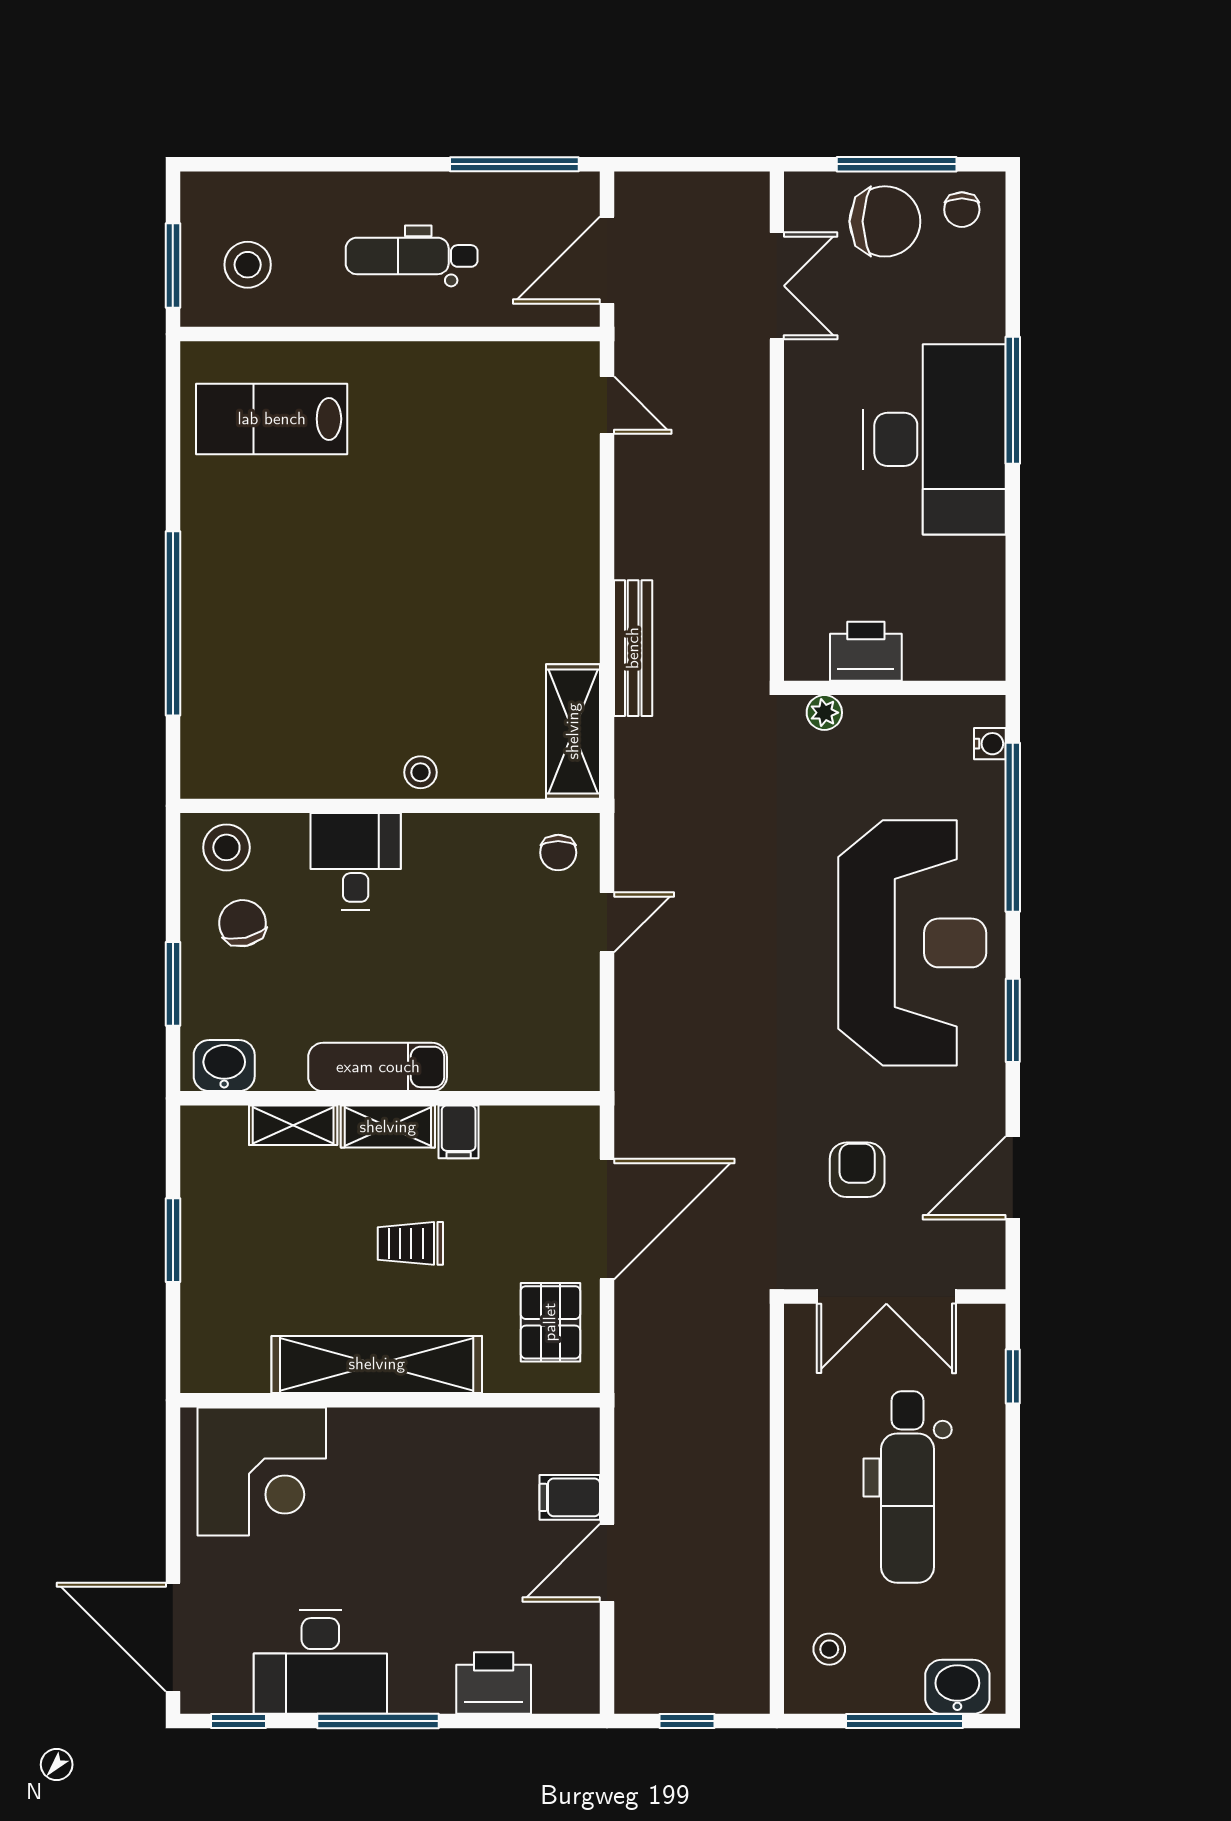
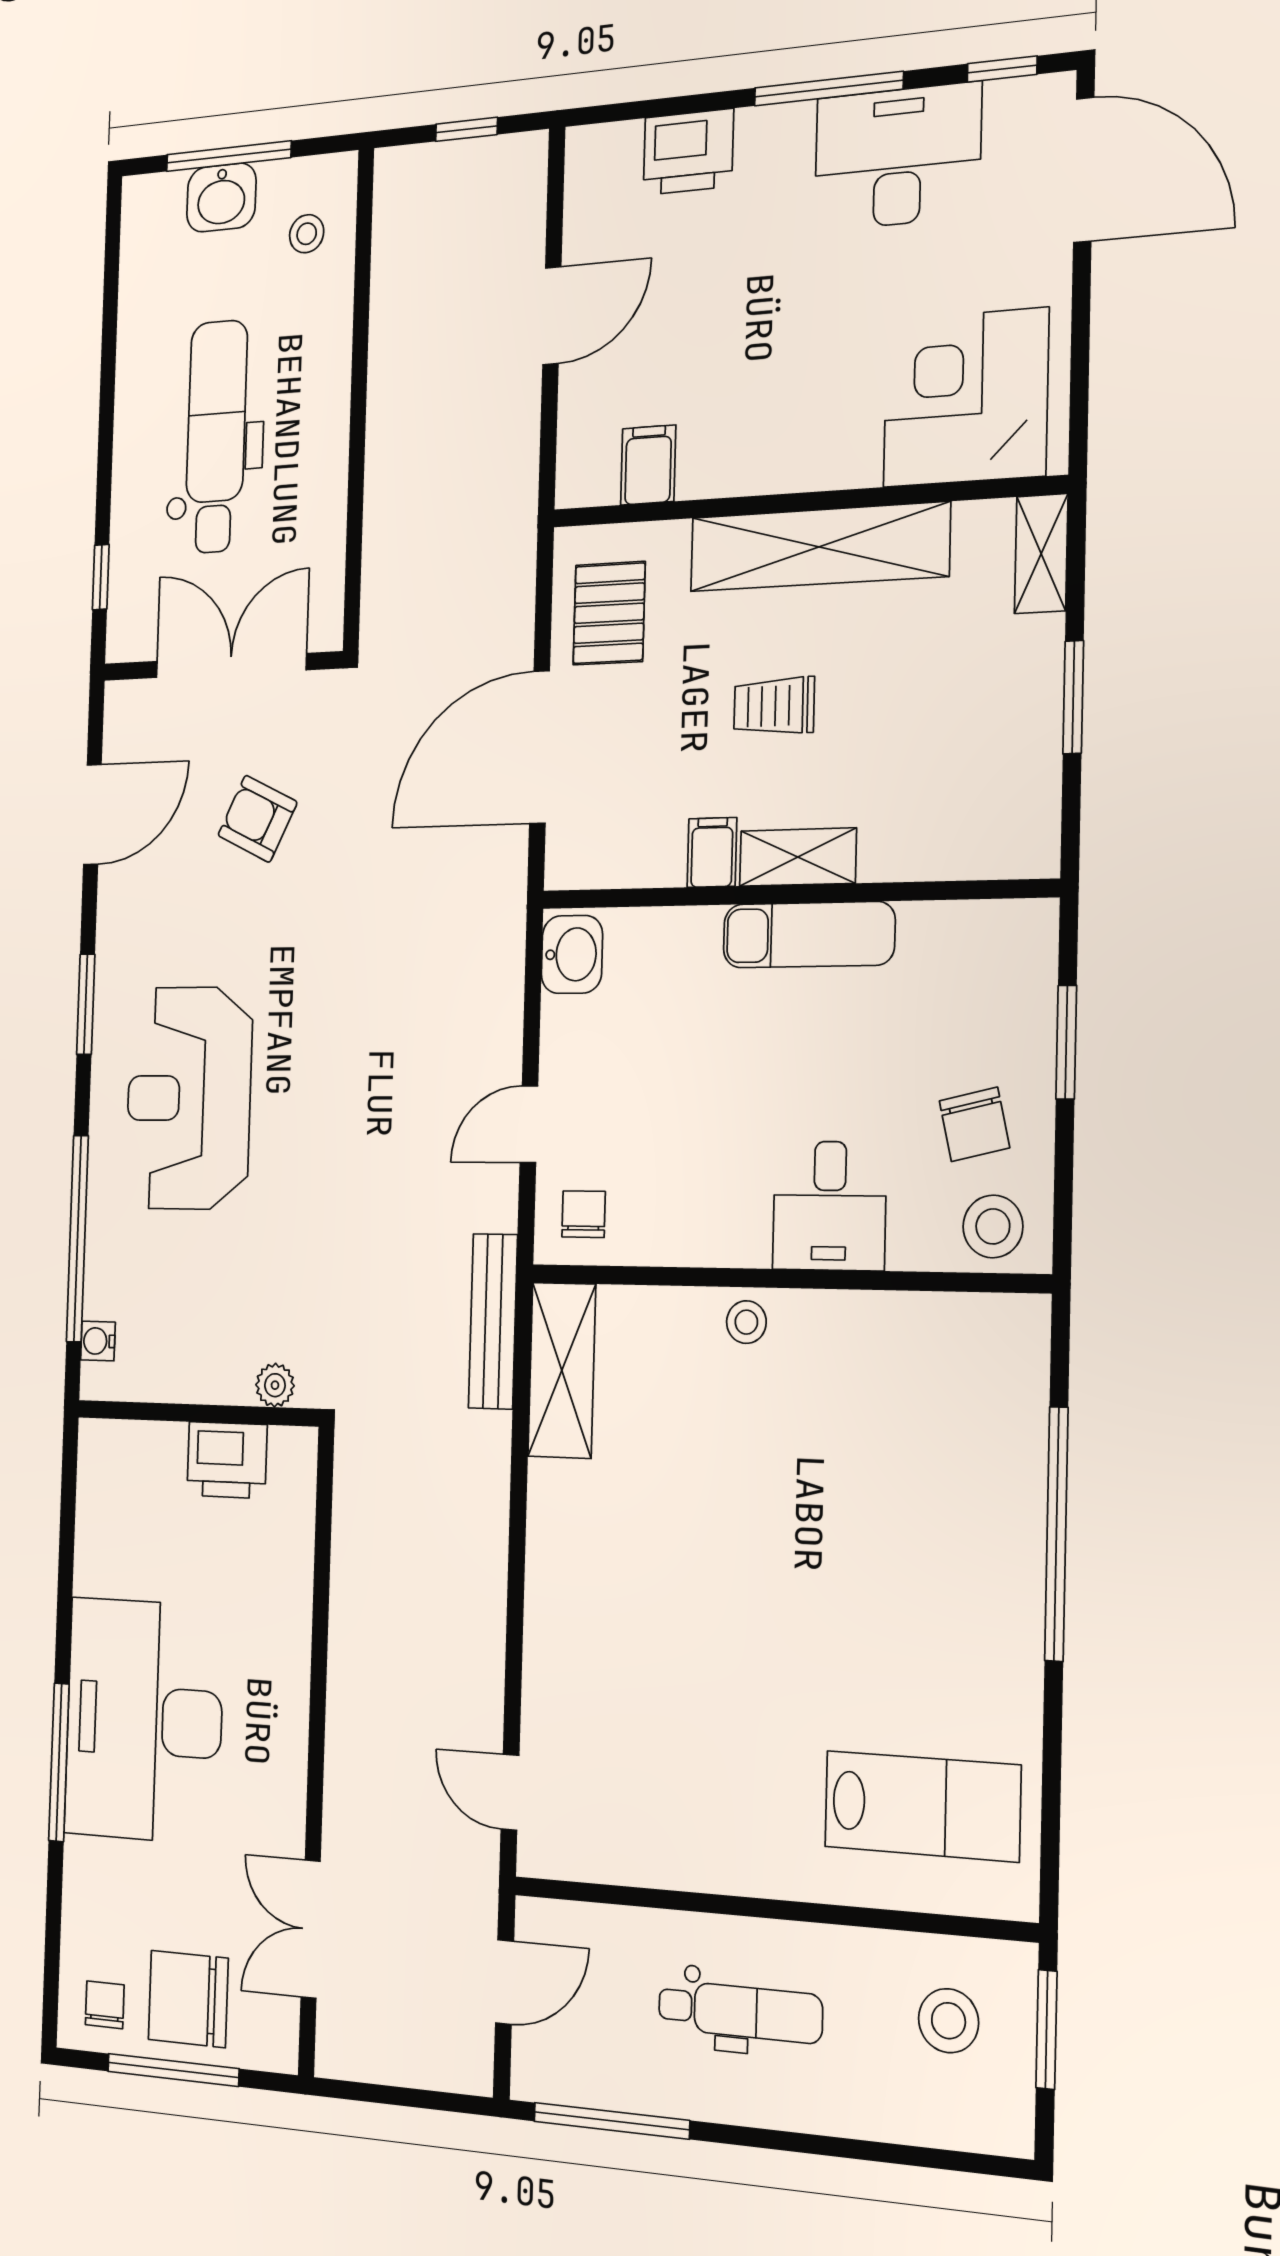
door: (607, 260) -> (505, 1982), width x0.73
bench: (633, 648) -> (493, 1321), moved
reception desk: (912, 943) -> (189, 1098), width x0.74, depth x0.77
washbasin: (224, 1066) -> (572, 954), moved, turned -90
shelving: (293, 1125) -> (1041, 554), moved, turned 90
armchair: (857, 1170) -> (257, 819), turned 116
trolley: (410, 1243) -> (774, 706), turned 180
filing cabinet: (570, 1497) -> (648, 465), moved, turned -90
washbasin: (957, 1687) -> (221, 198), moved

